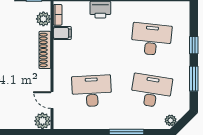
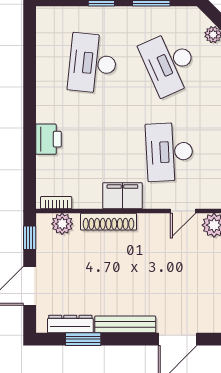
filing cabinet: (62, 33) -> (122, 196), moved, width x2.00
desk: (151, 91) -> (169, 63), turned -33

